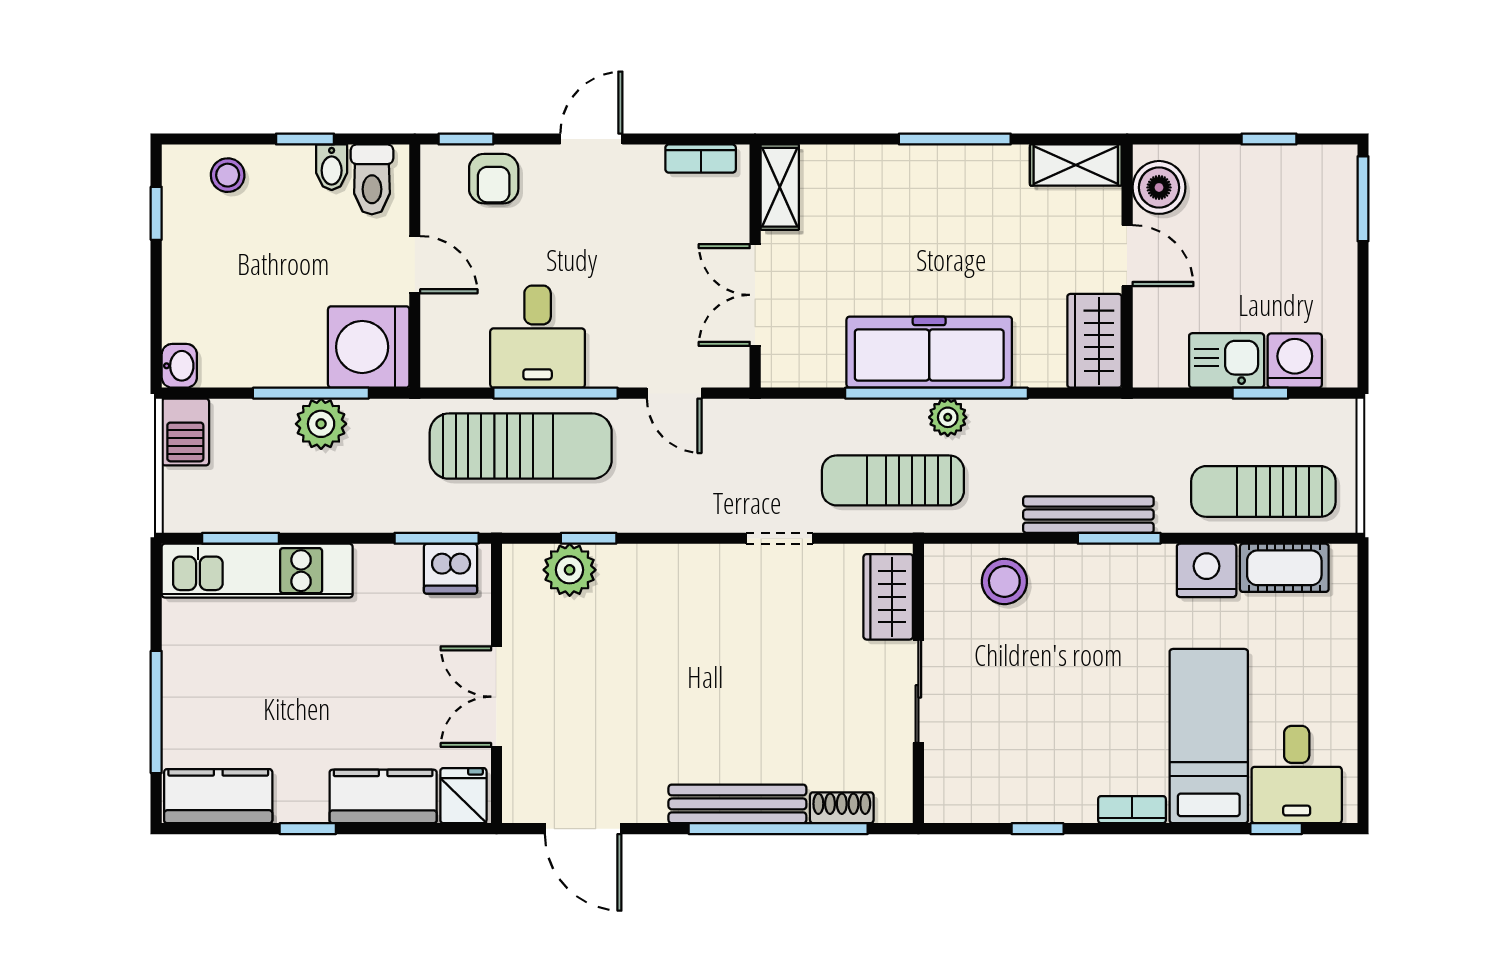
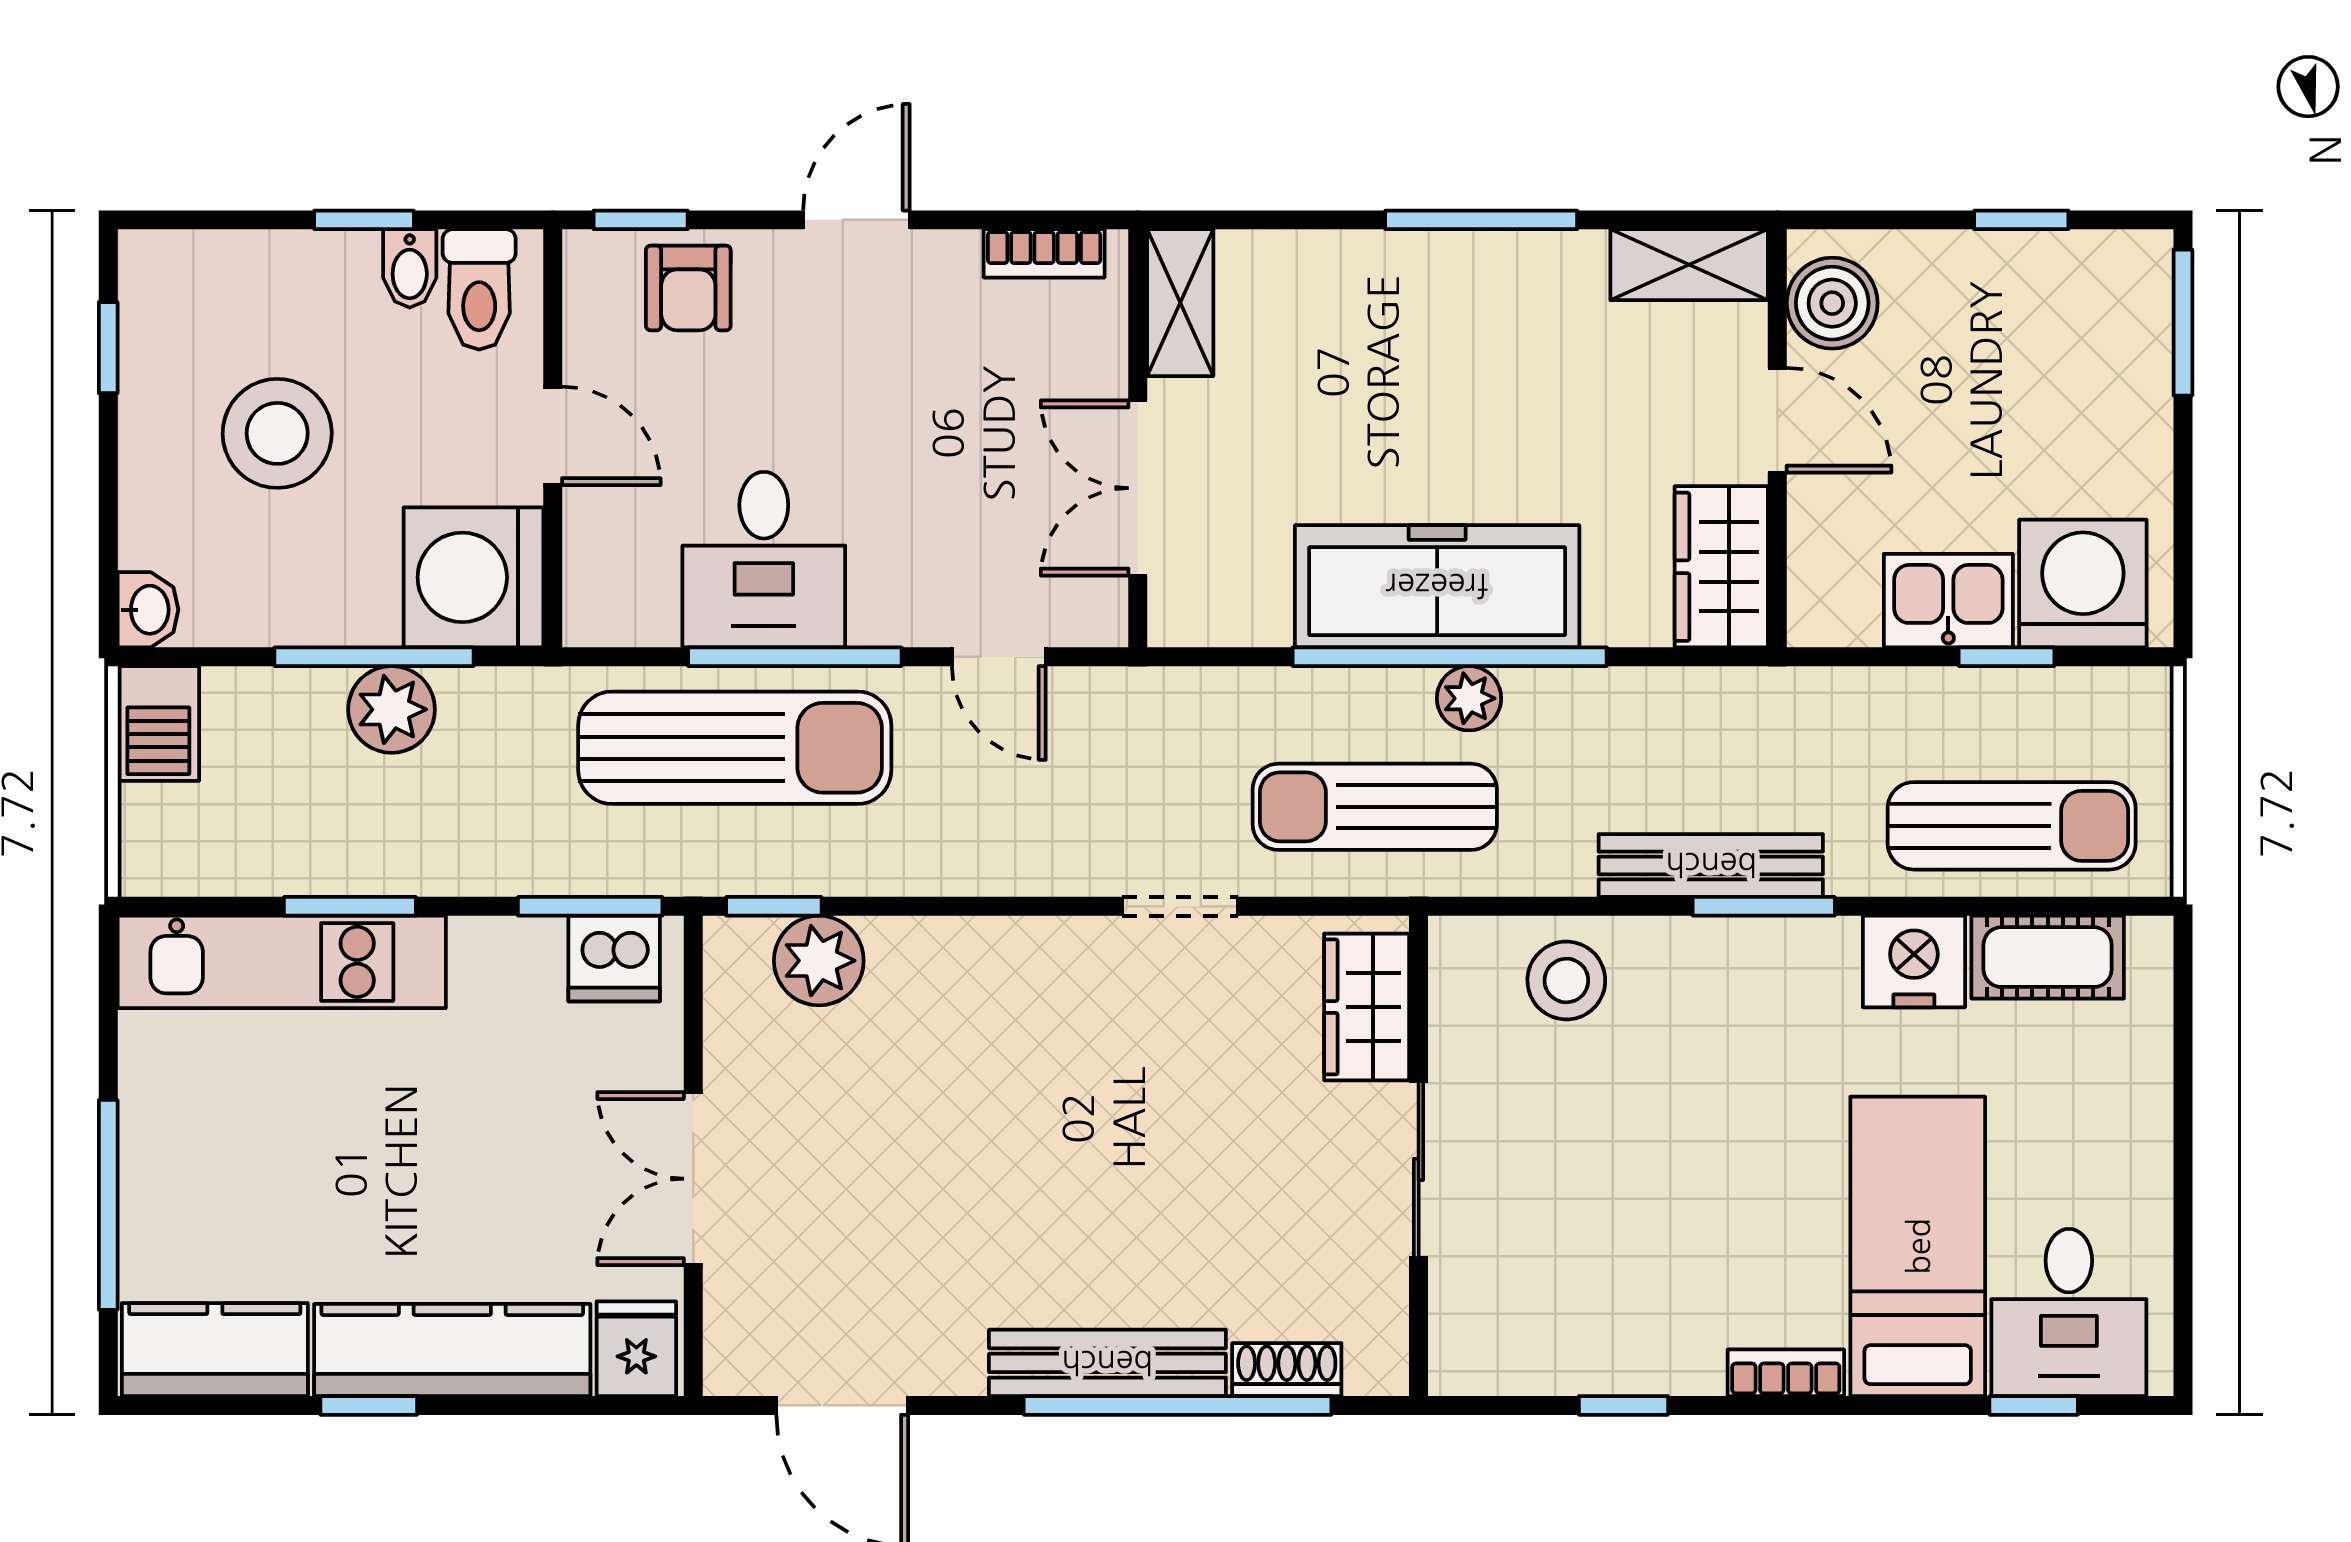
stool: (228, 175) -> (277, 433), moved, width x1.89, depth x1.89
washing machine: (1295, 361) -> (2083, 583), width x1.37, depth x1.37
sun lounger: (1263, 491) -> (2012, 826), turned 180
window: (241, 538) -> (350, 906), moved
window: (589, 538) -> (774, 906), moved
kitchen counter: (383, 796) -> (452, 1350), width x1.50

